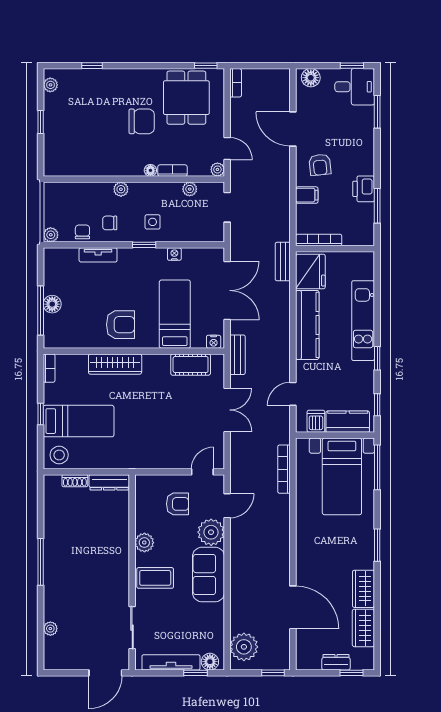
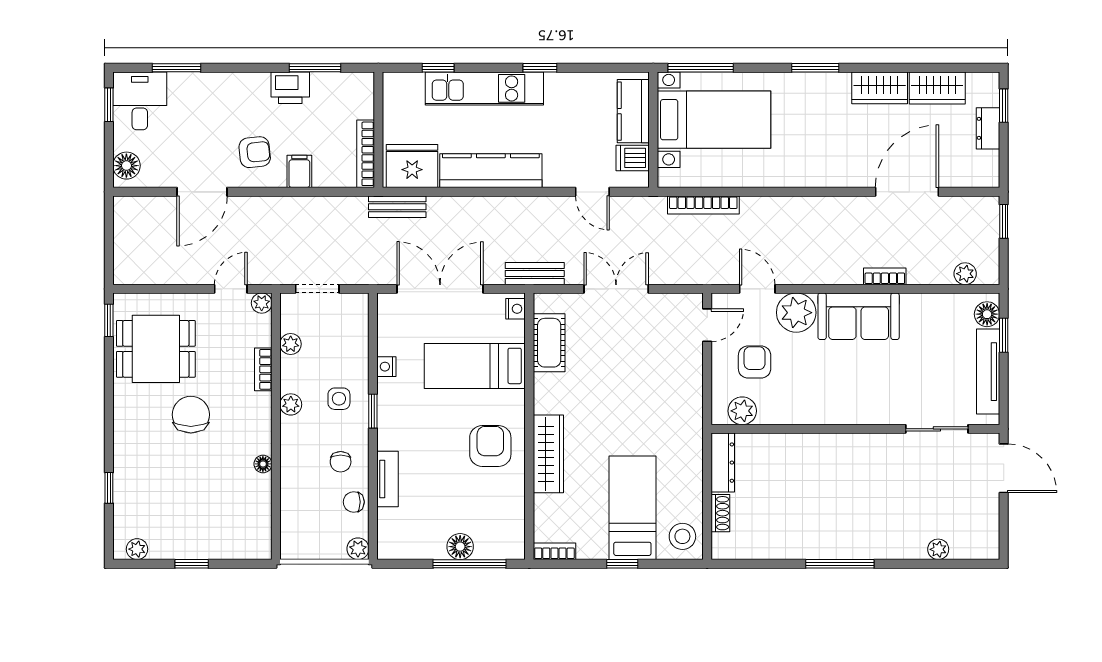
bookcase: (236, 83) -> (885, 276), moved
floor lamp: (150, 170) -> (263, 464), moved
plant: (121, 189) -> (291, 404), moved
window: (377, 405) -> (438, 68), moved
door: (202, 472) -> (707, 325), swing flipped
plant: (144, 543) -> (742, 411), moved
coffee table: (155, 578) -> (864, 395), removed
plant: (244, 647) -> (965, 274), width x0.53, depth x0.53

